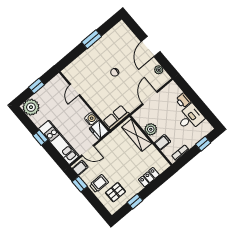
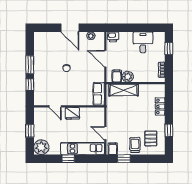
window: (75, 53) -> (30, 85), added
printer: (183, 100) -> (113, 37), moved
water cooler: (91, 119) -> (85, 112), removed
fridge: (99, 130) -> (72, 113), moved
filing cabinet: (163, 142) -> (117, 76), moved
door: (88, 151) -> (105, 133), swing flipped

